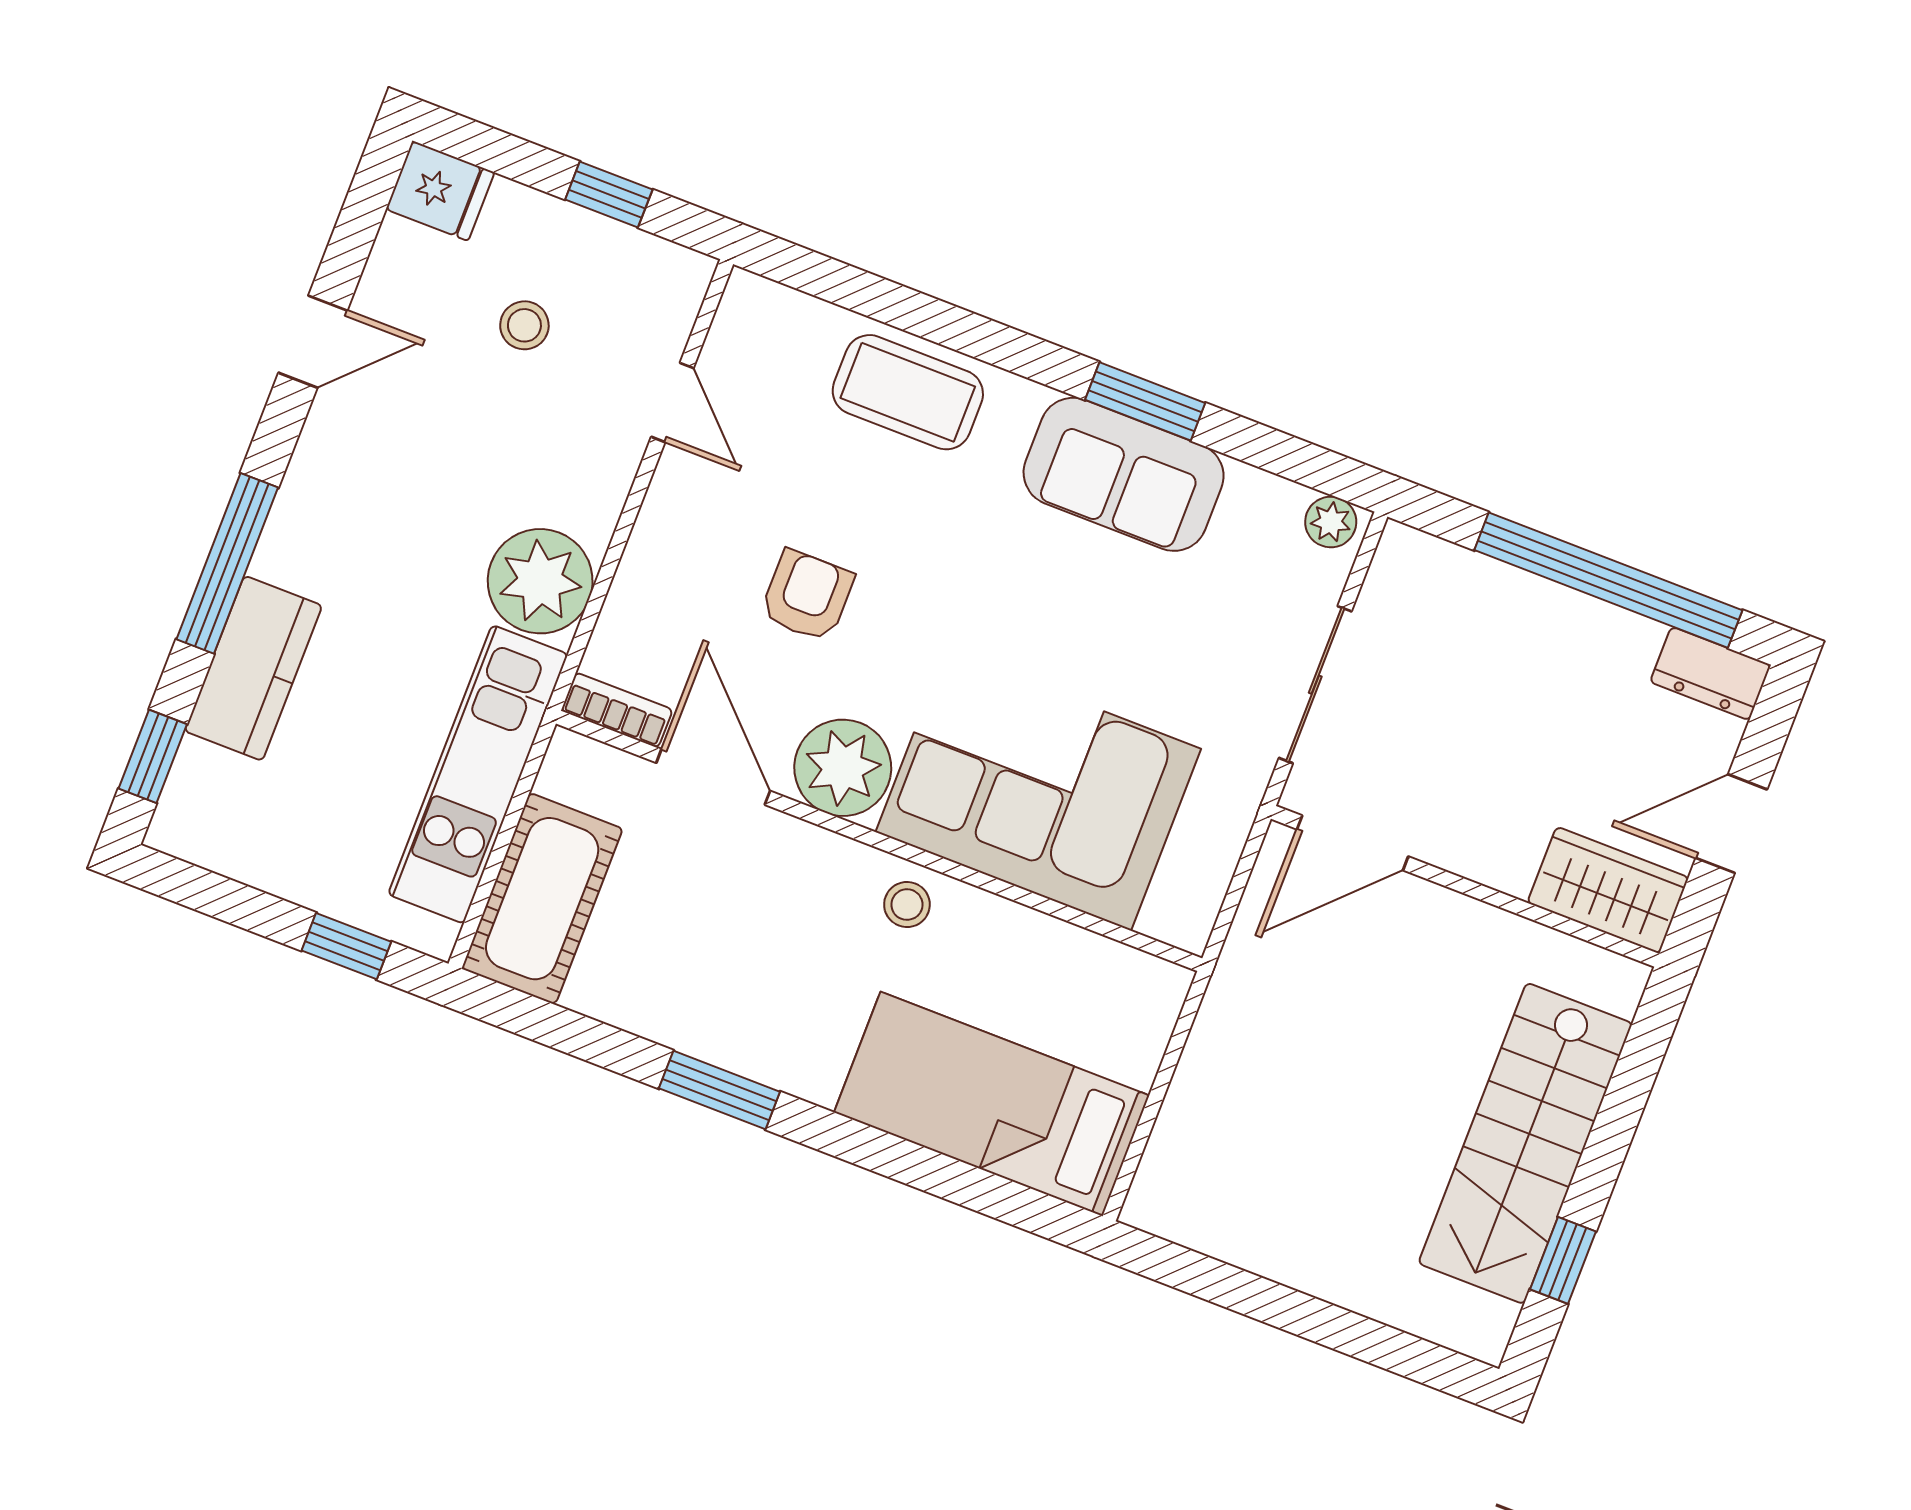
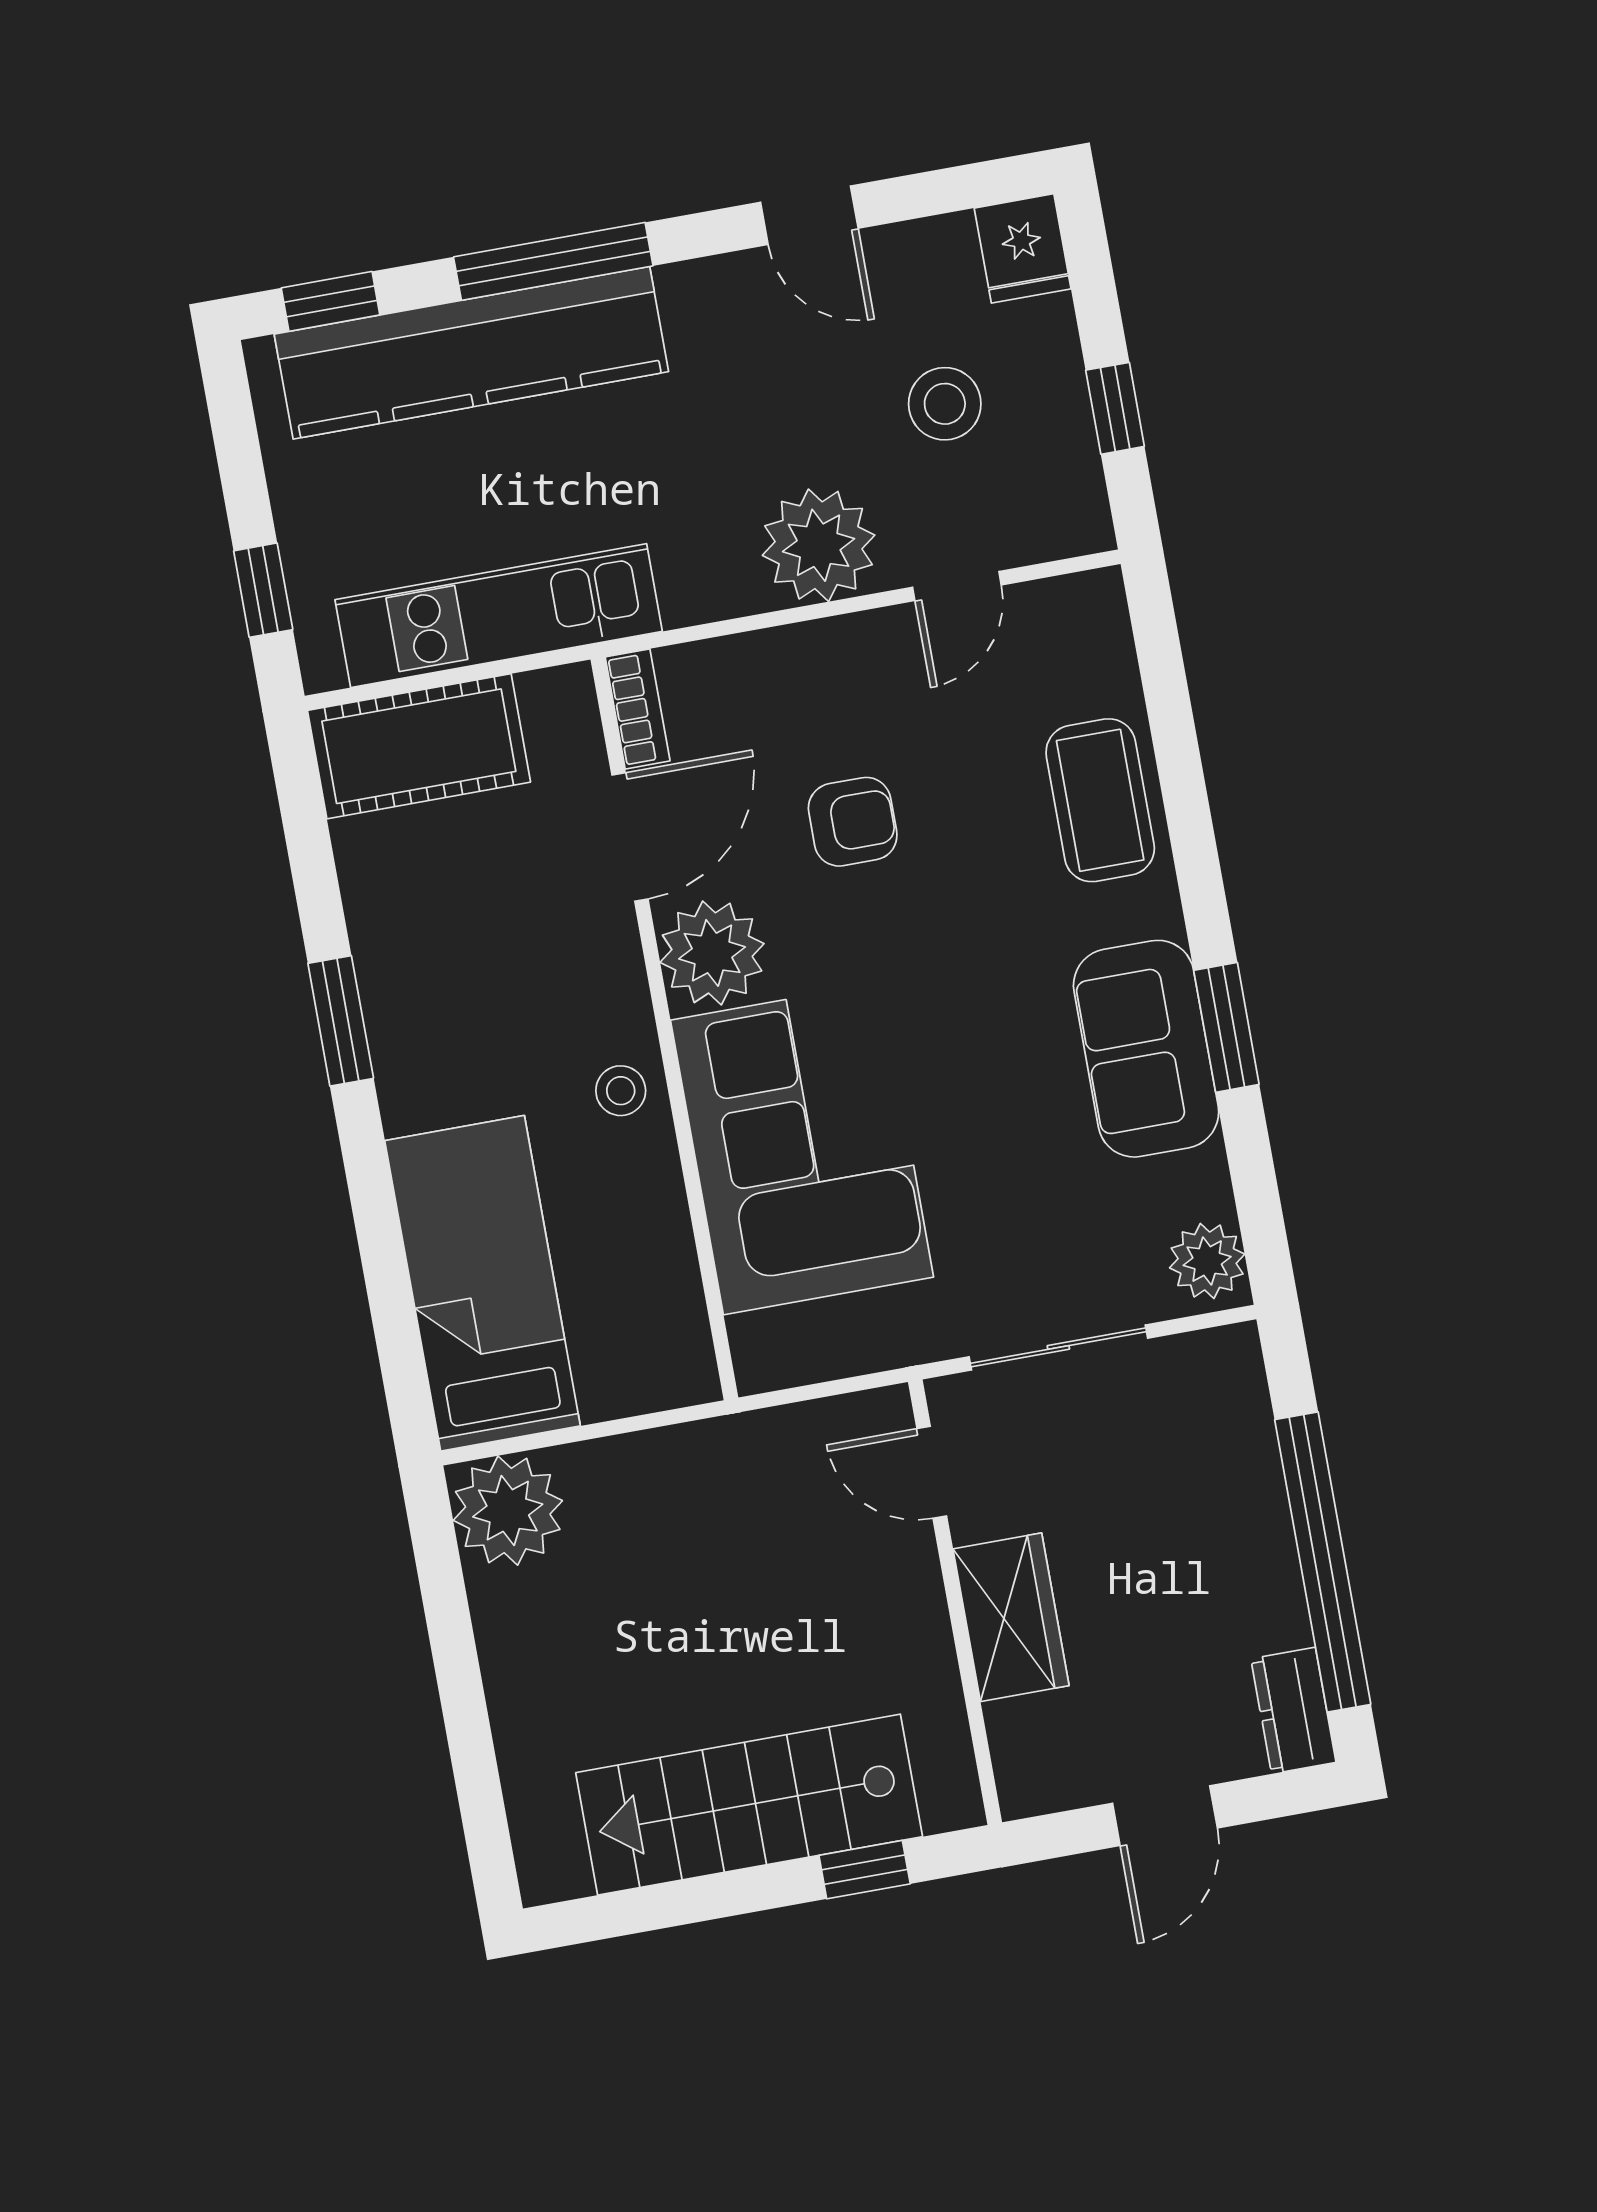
stool: (524, 325) -> (945, 404), width x1.37, depth x1.37
plant: (1331, 522) -> (1207, 1261), width x1.38, depth x1.38
plant: (540, 581) -> (819, 545), moved
kitchen counter: (253, 668) -> (471, 353), width x2.08, depth x1.17
door: (1731, 824) -> (1165, 1816), swing flipped
door: (1353, 843) -> (932, 1472), width x0.73
wardrobe: (1608, 890) -> (1011, 1617), moved
plant: (1181, 1192) -> (508, 1511), added
window: (1563, 1260) -> (865, 1870), moved

